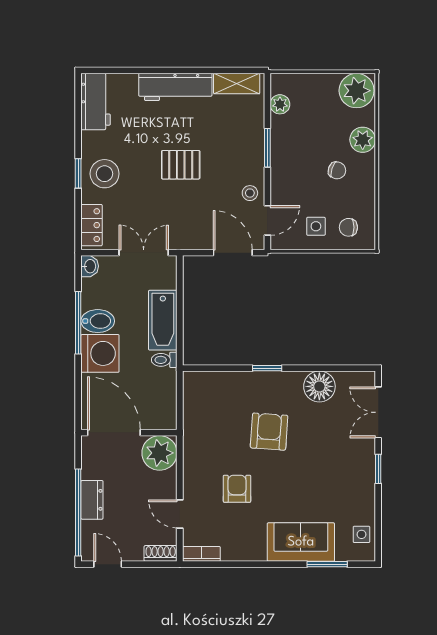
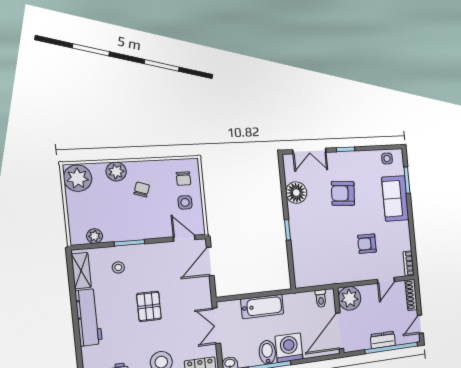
stool: (250, 193) -> (118, 267), moved
toilet: (164, 360) -> (321, 298), moved
armchair: (269, 432) -> (343, 193), moved
shoe rack: (161, 553) -> (411, 295), width x1.43

